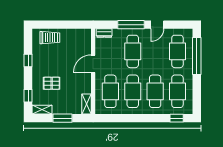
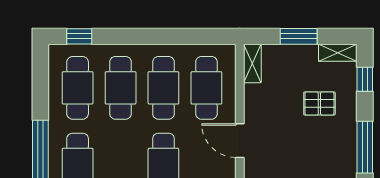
window: (28, 60) -> (365, 147), width x2.17
door: (93, 64) -> (240, 141), swing flipped

